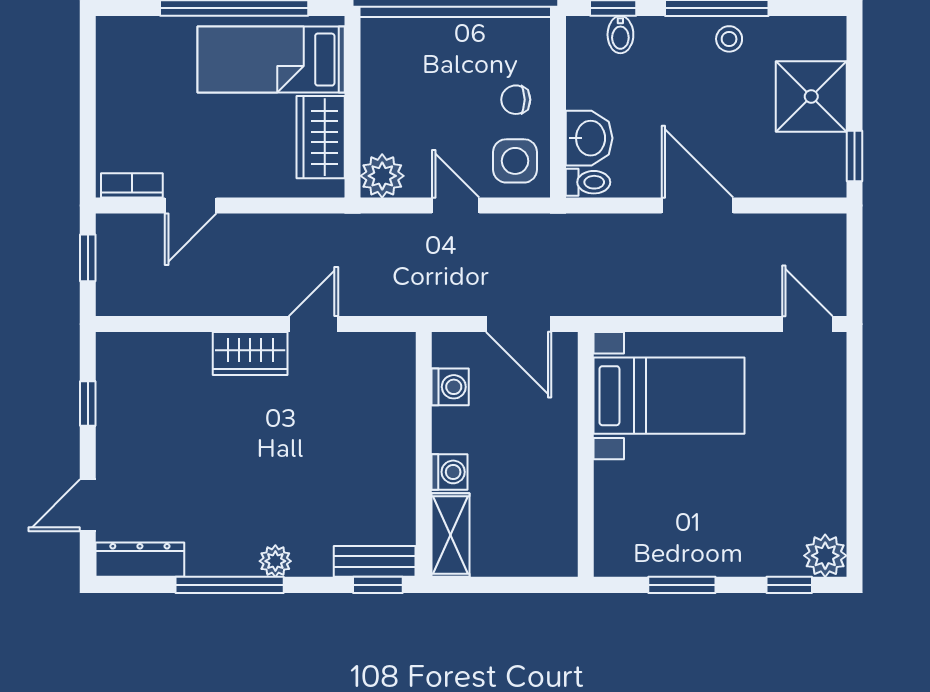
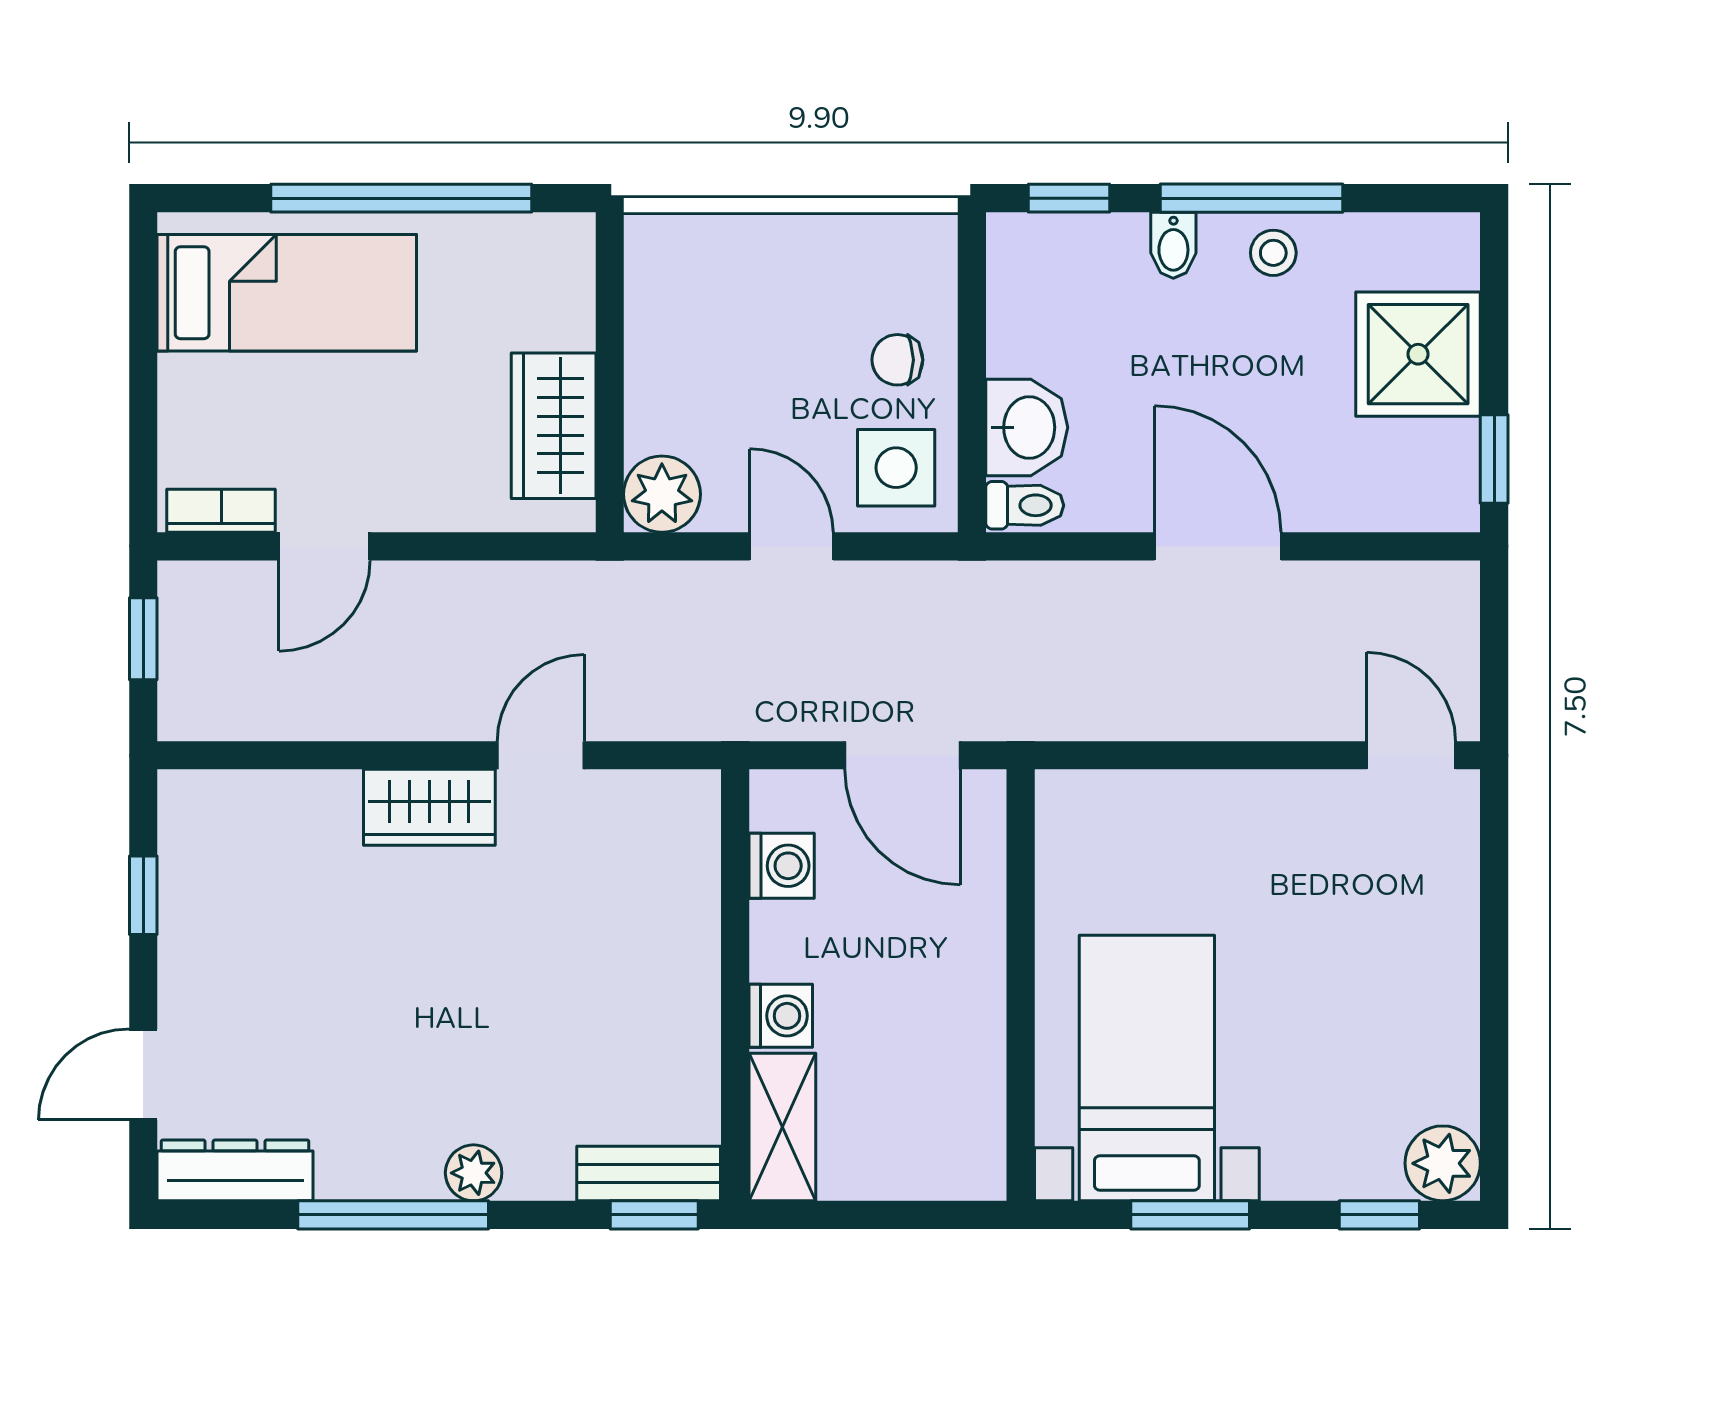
bidet: (620, 35) -> (1173, 245), moved
bed: (271, 60) -> (287, 293), moved, turned 180
bed with nightstands: (669, 396) -> (1147, 1068), moved, turned -90

